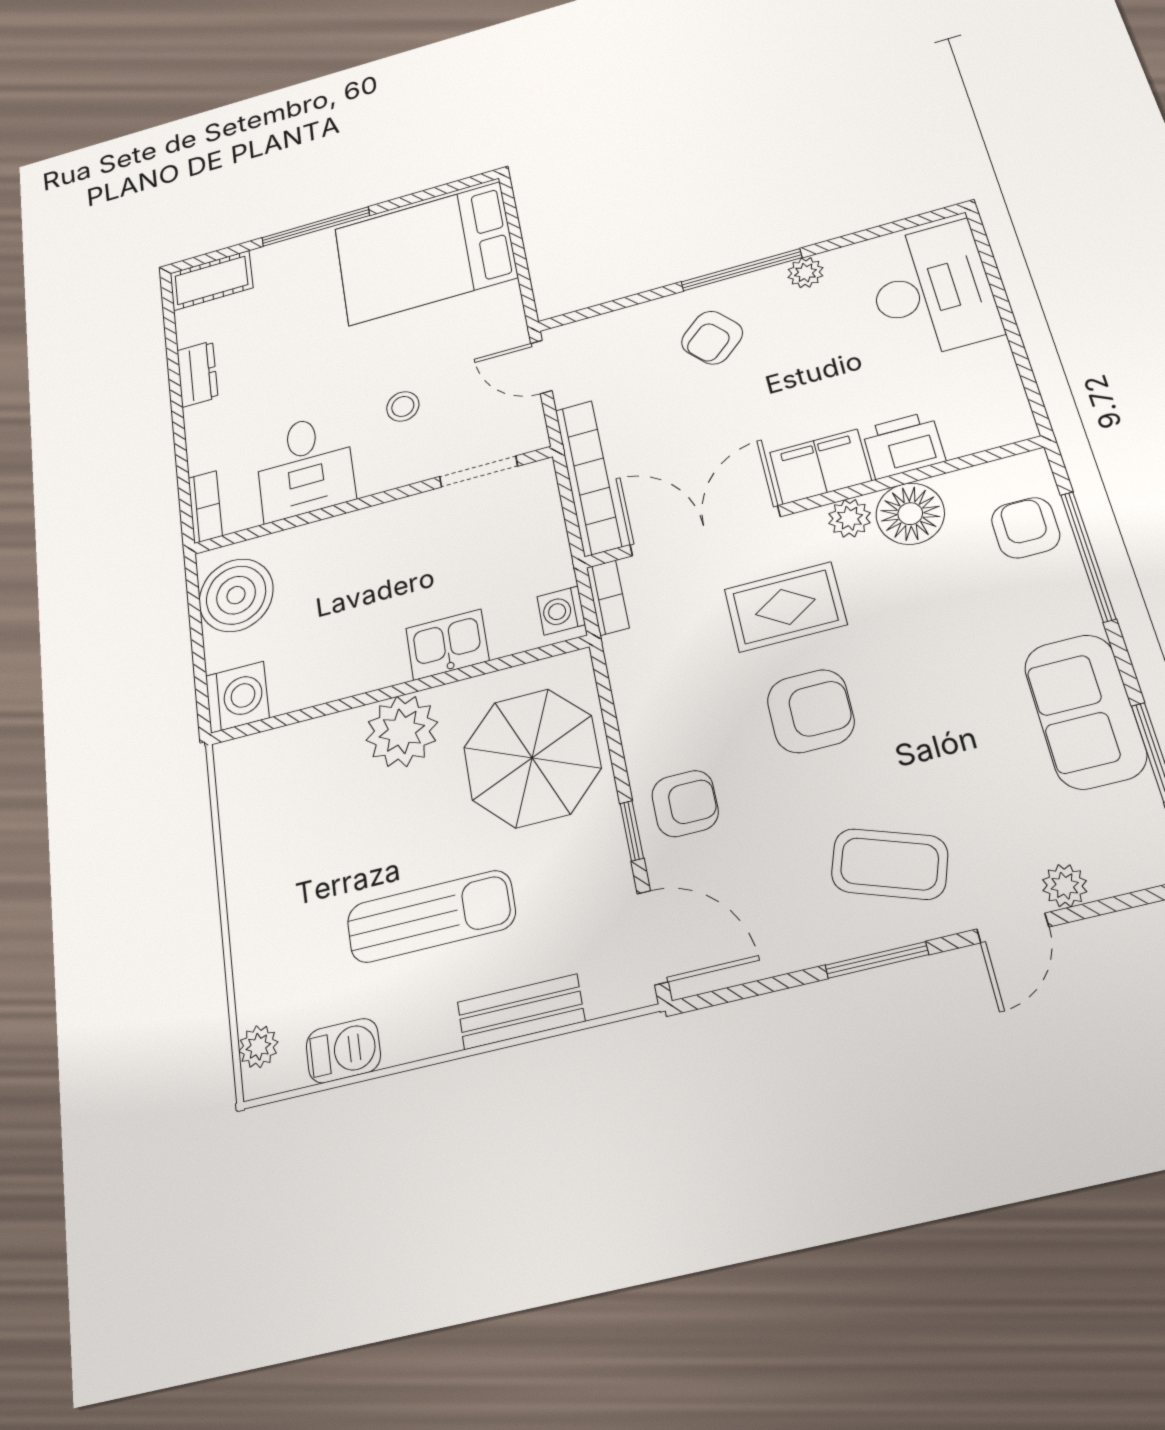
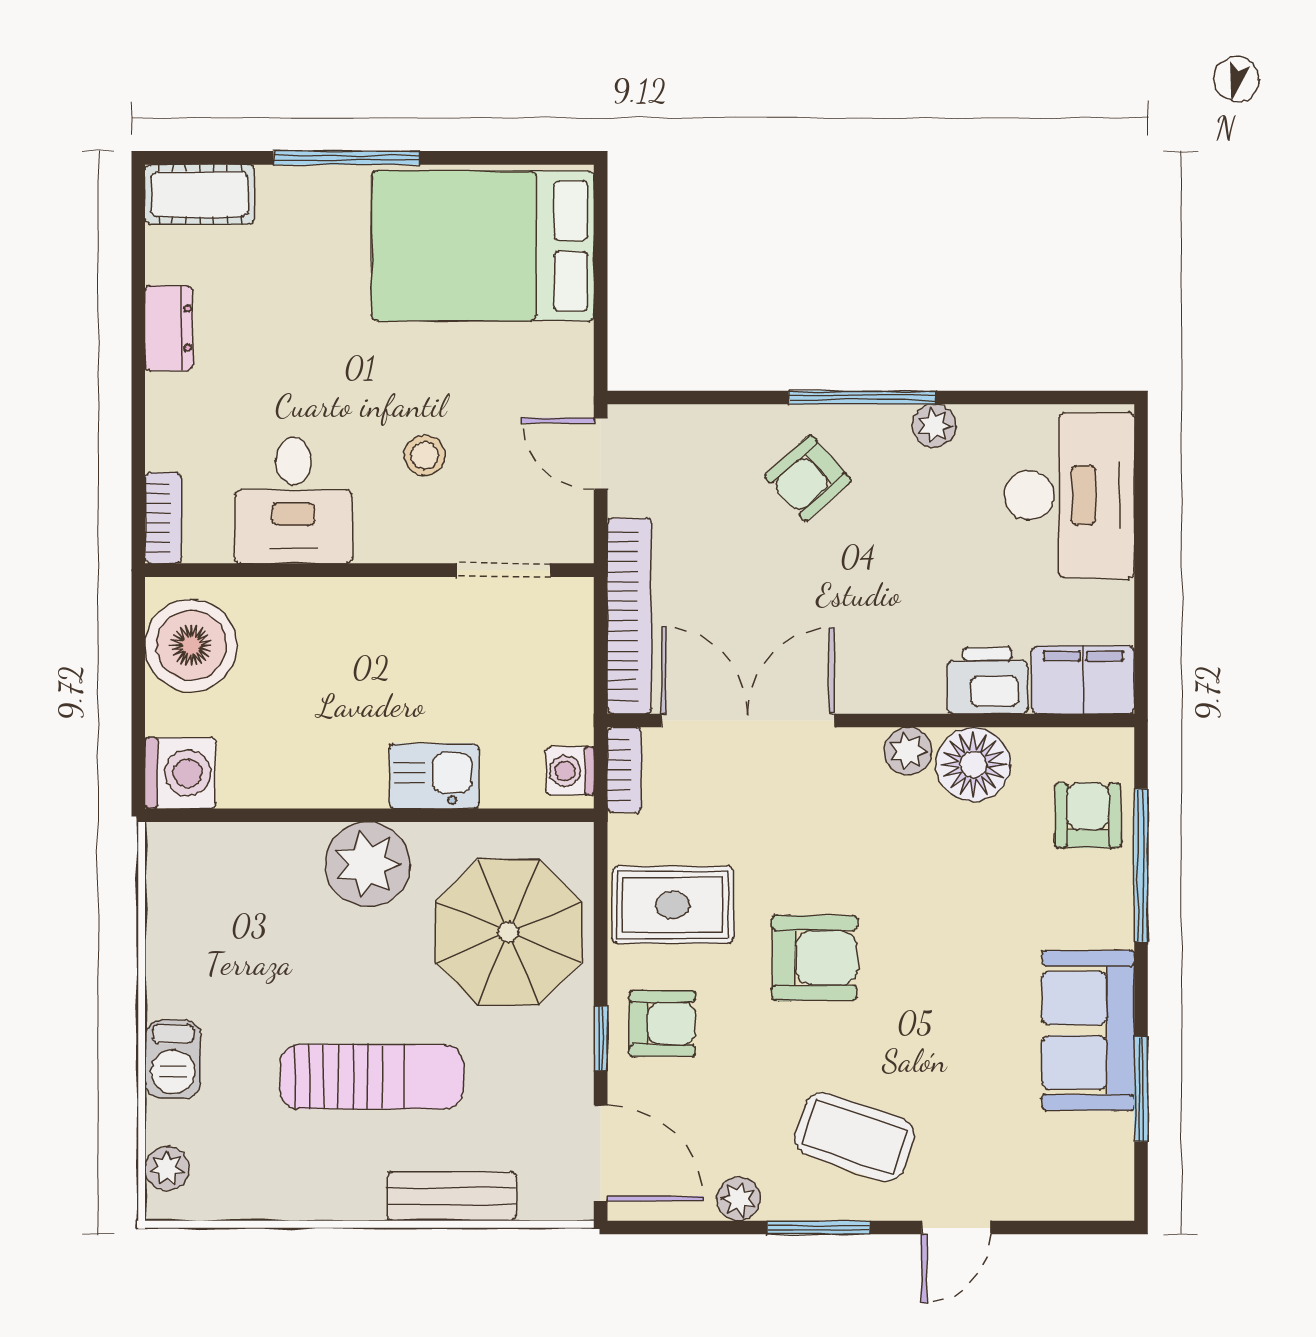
filing cabinet: (820, 467) -> (1083, 680), moved
rug: (785, 607) -> (673, 905), moved
plant: (1065, 886) -> (739, 1199), moved
barbecue: (343, 1051) -> (173, 1059), moved, turned 90

